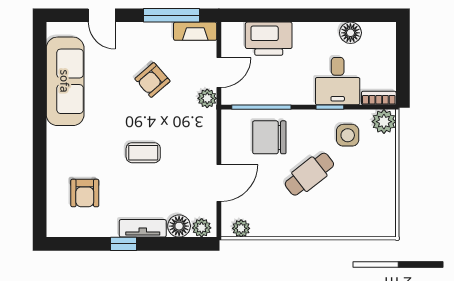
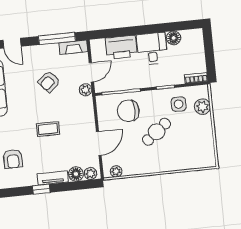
desk: (338, 81) -> (152, 49), moved, turned 180
plant: (384, 122) -> (202, 107), moved

